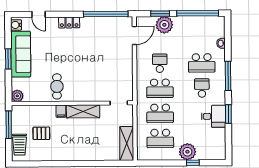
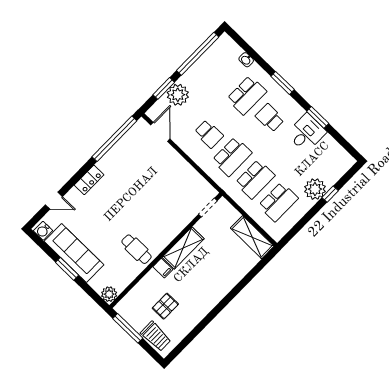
school desk: (160, 63) -> (209, 134), turned 180
window: (228, 76) -> (283, 83), width x0.69

